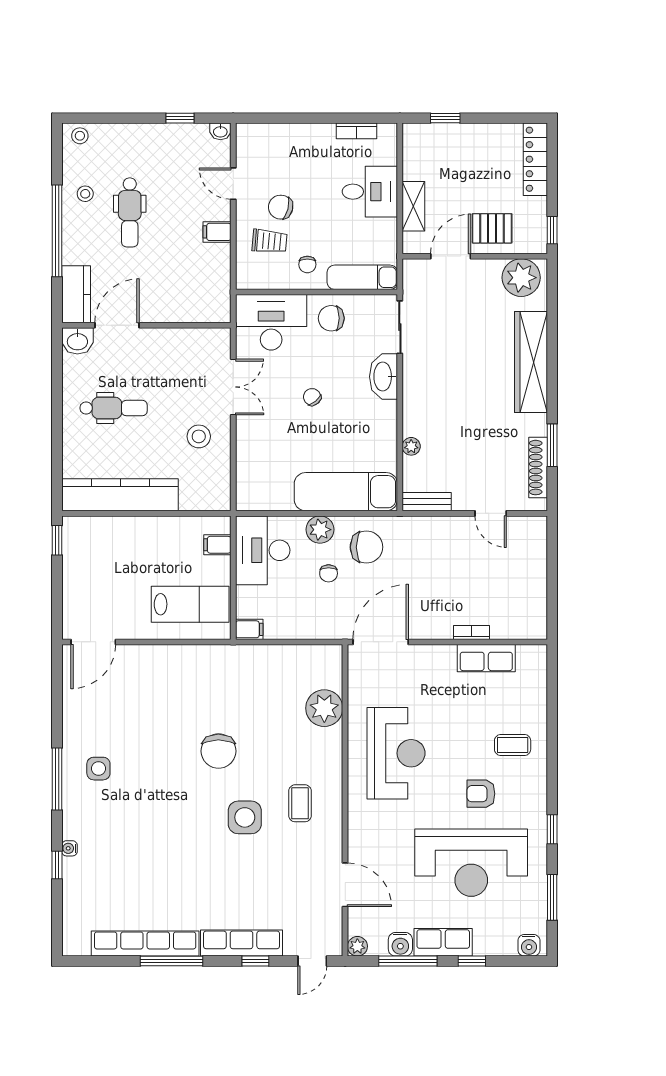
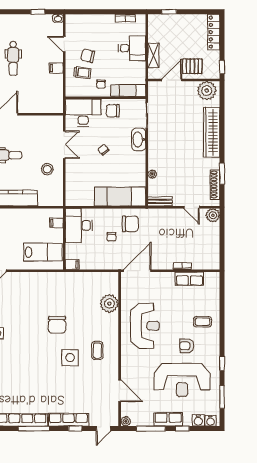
plant: (320, 530) -> (213, 215), moved
water cooler: (400, 944) -> (198, 420), moved

